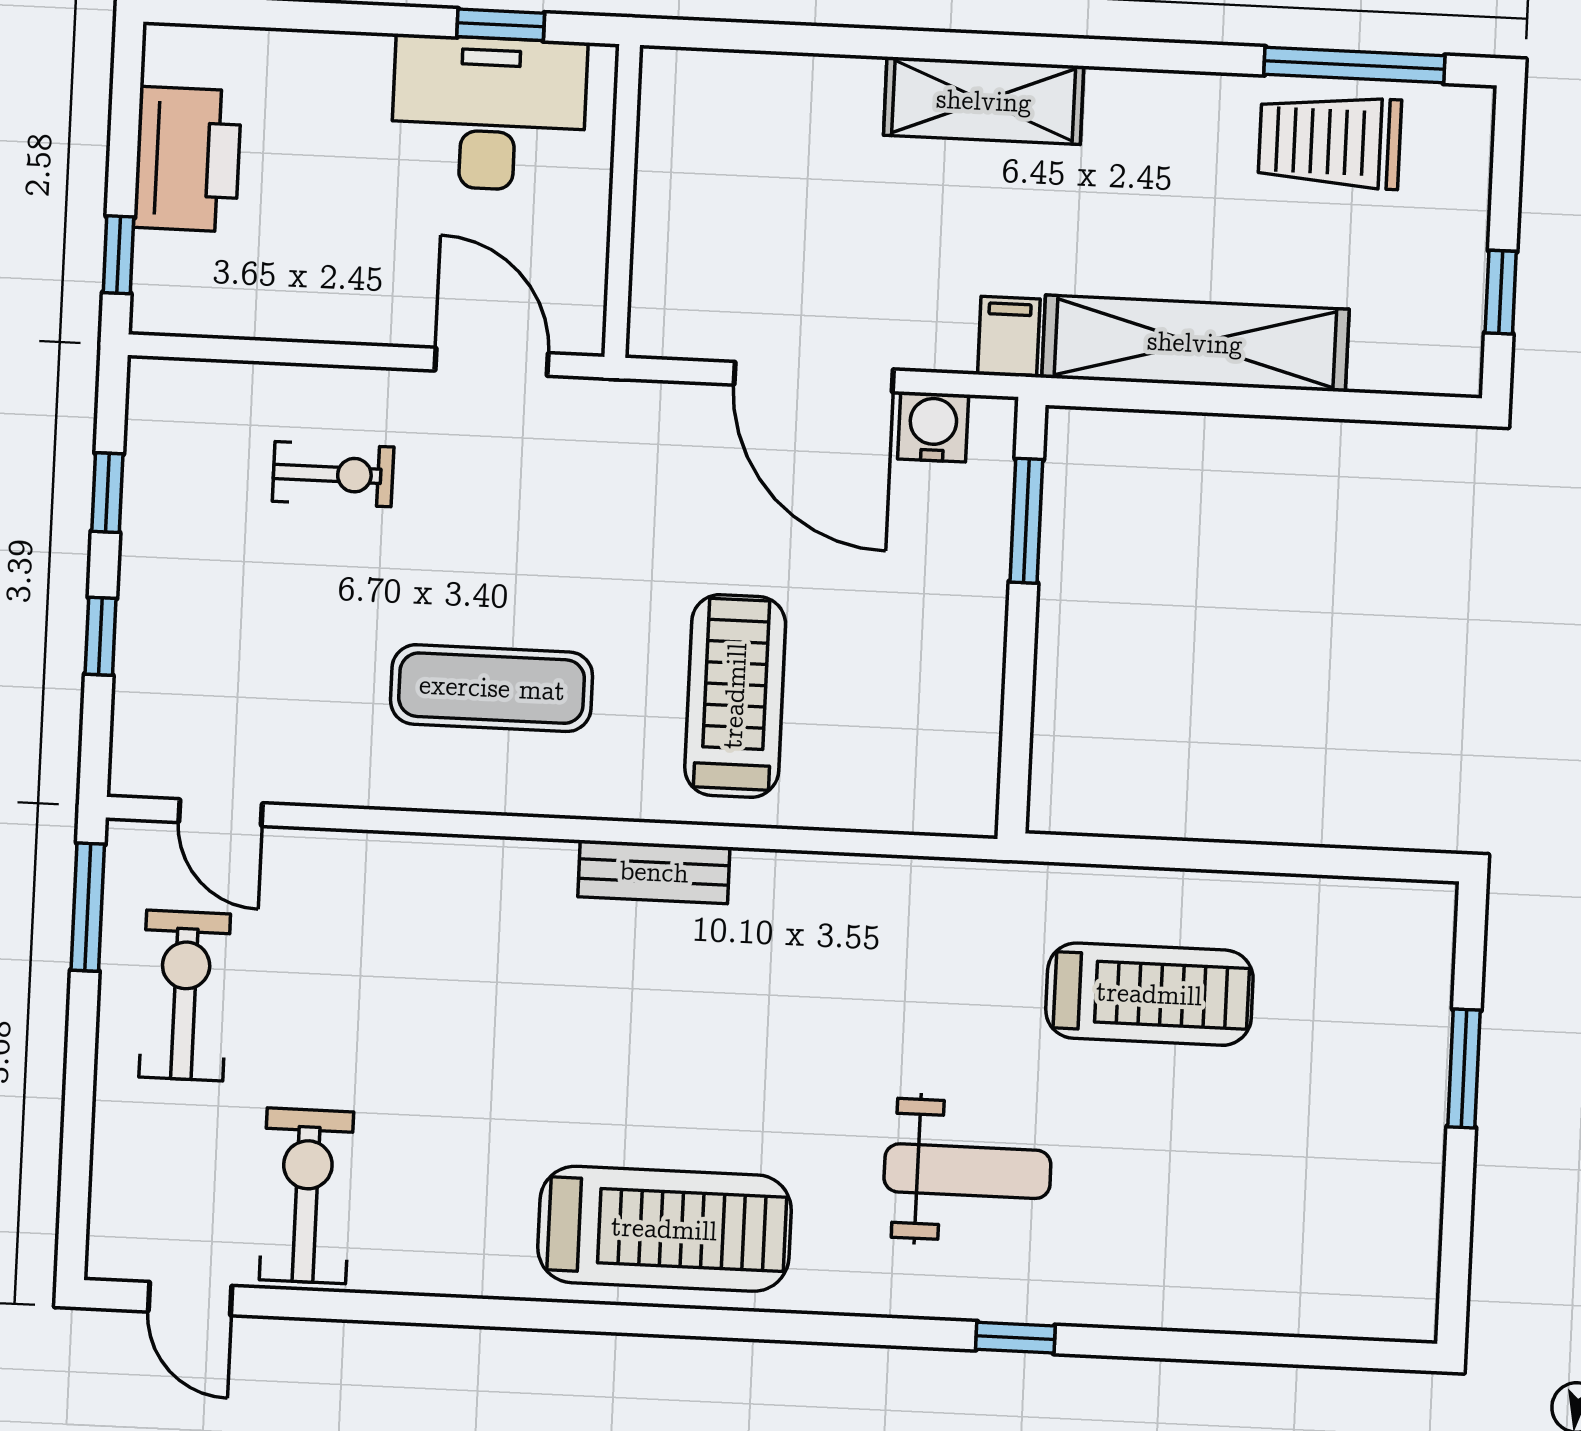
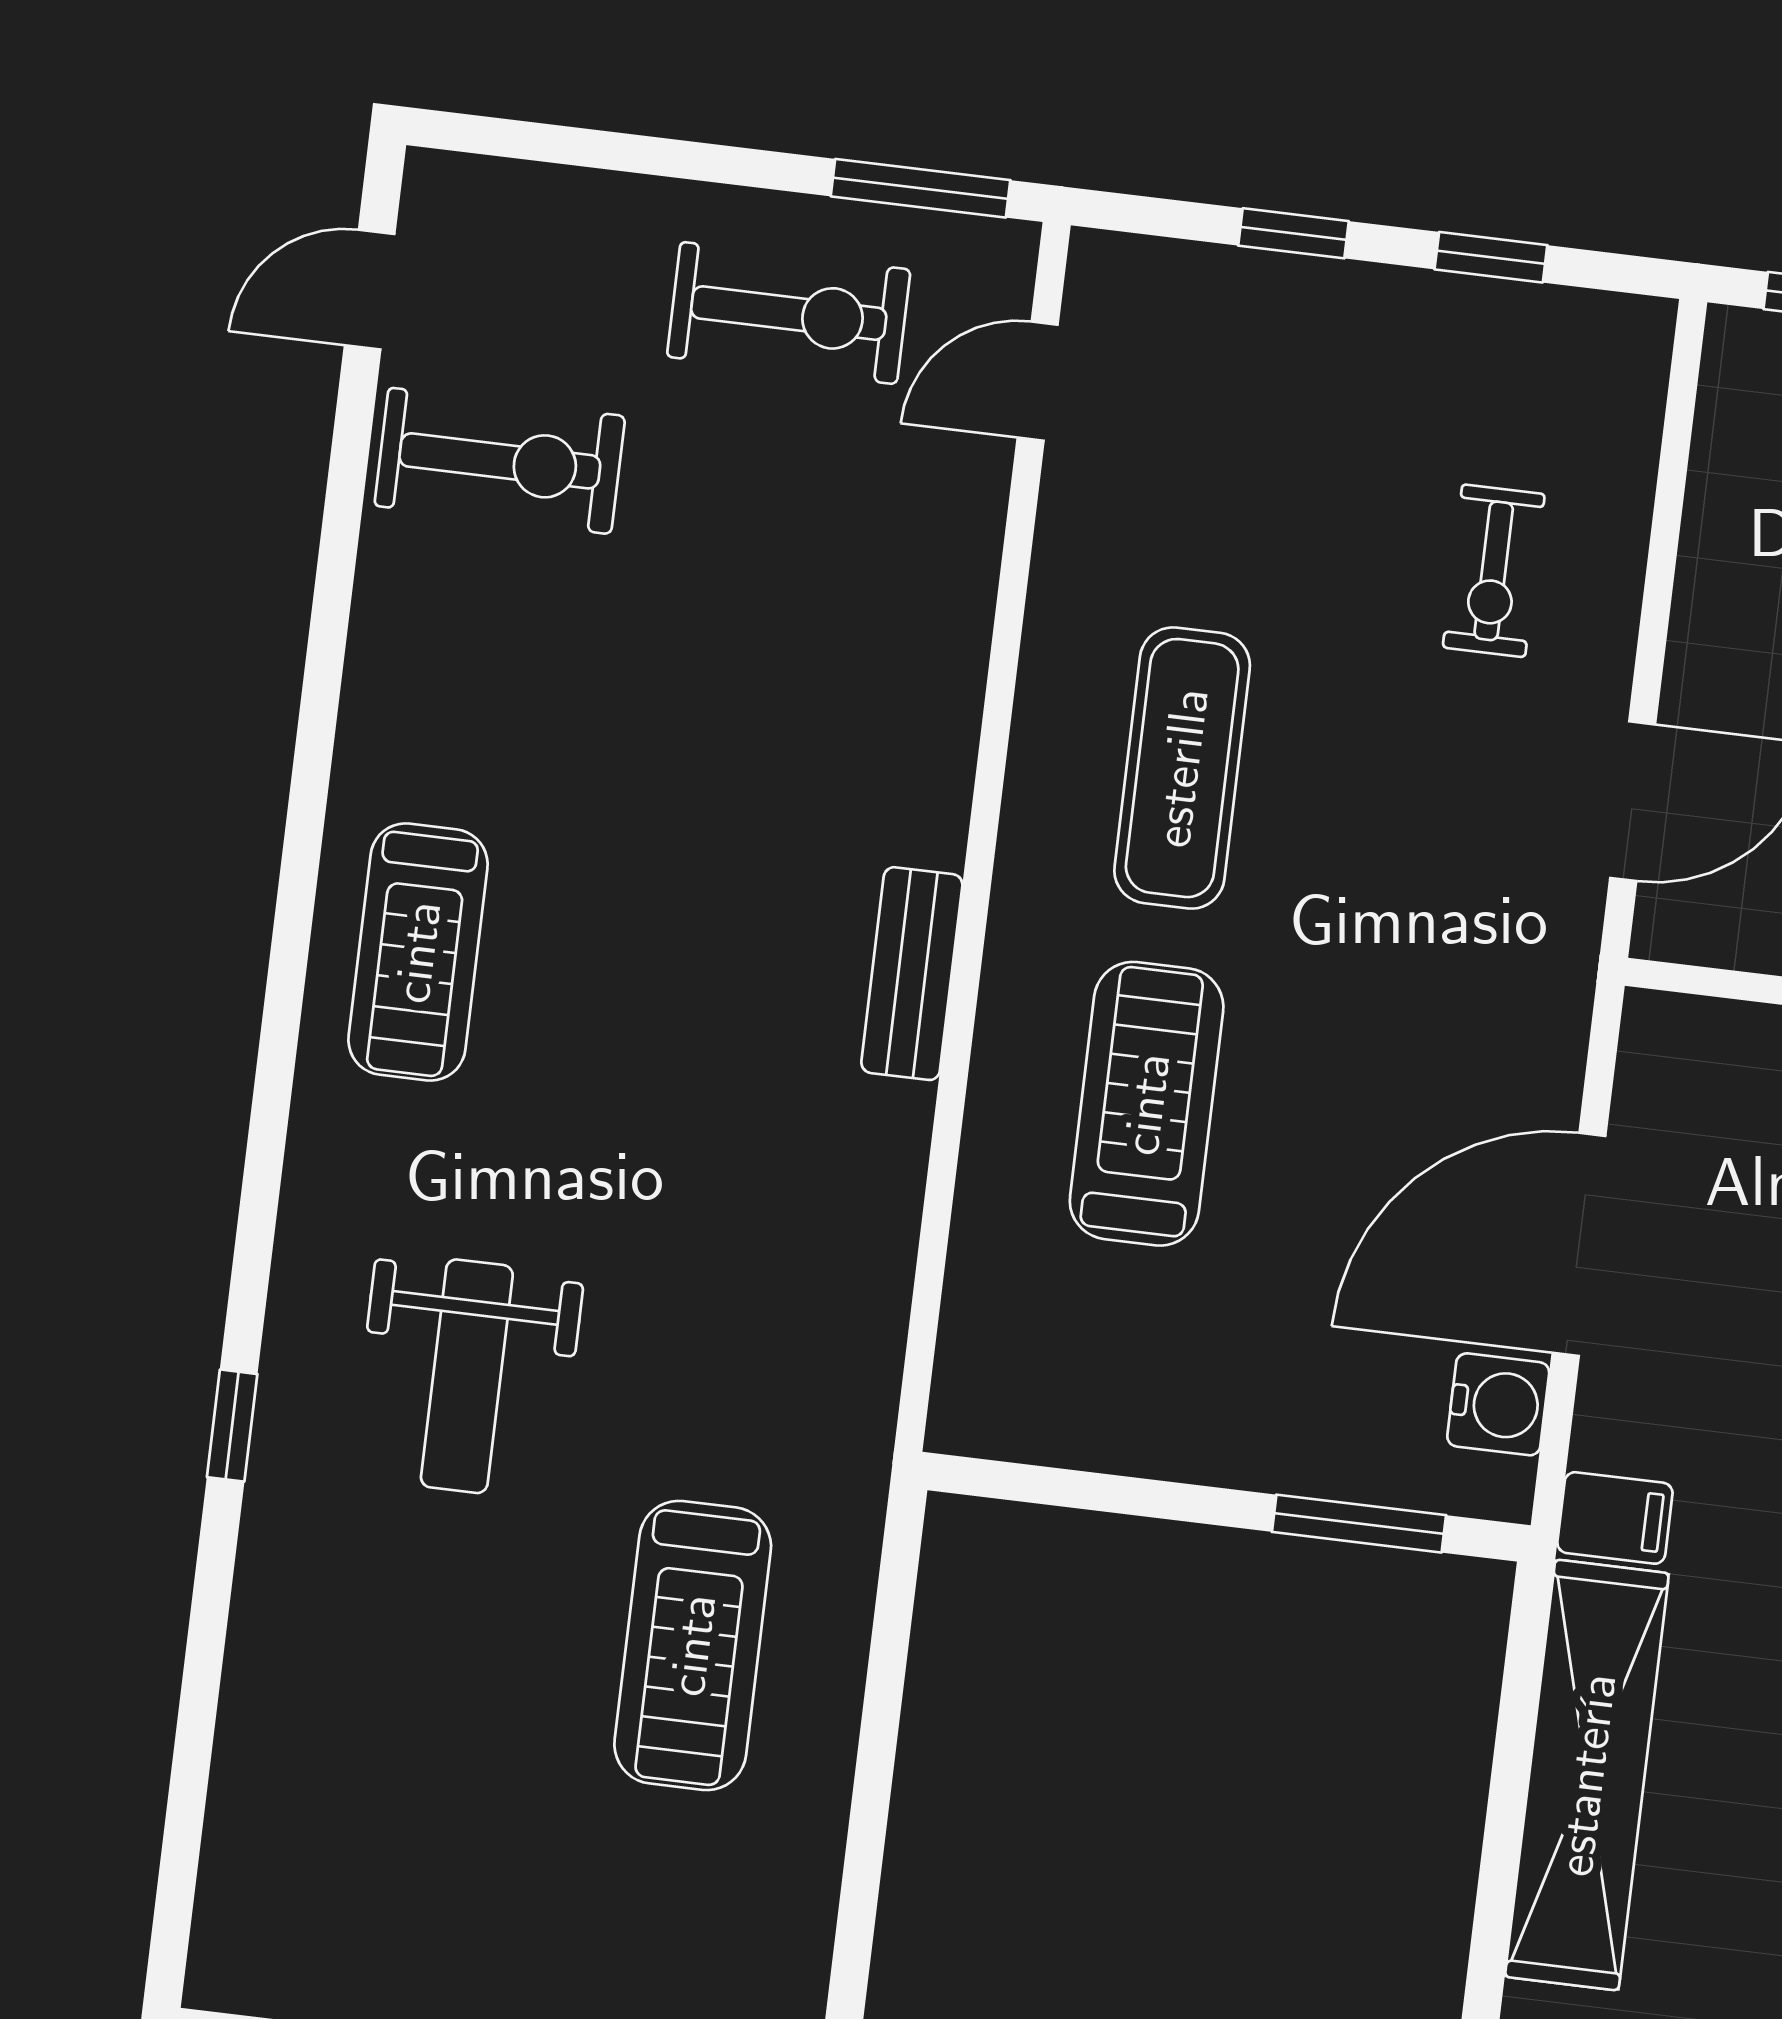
treadmill: (735, 696) -> (1147, 1104), turned -90
treadmill: (664, 1229) -> (418, 952), width x0.73, depth x0.73

